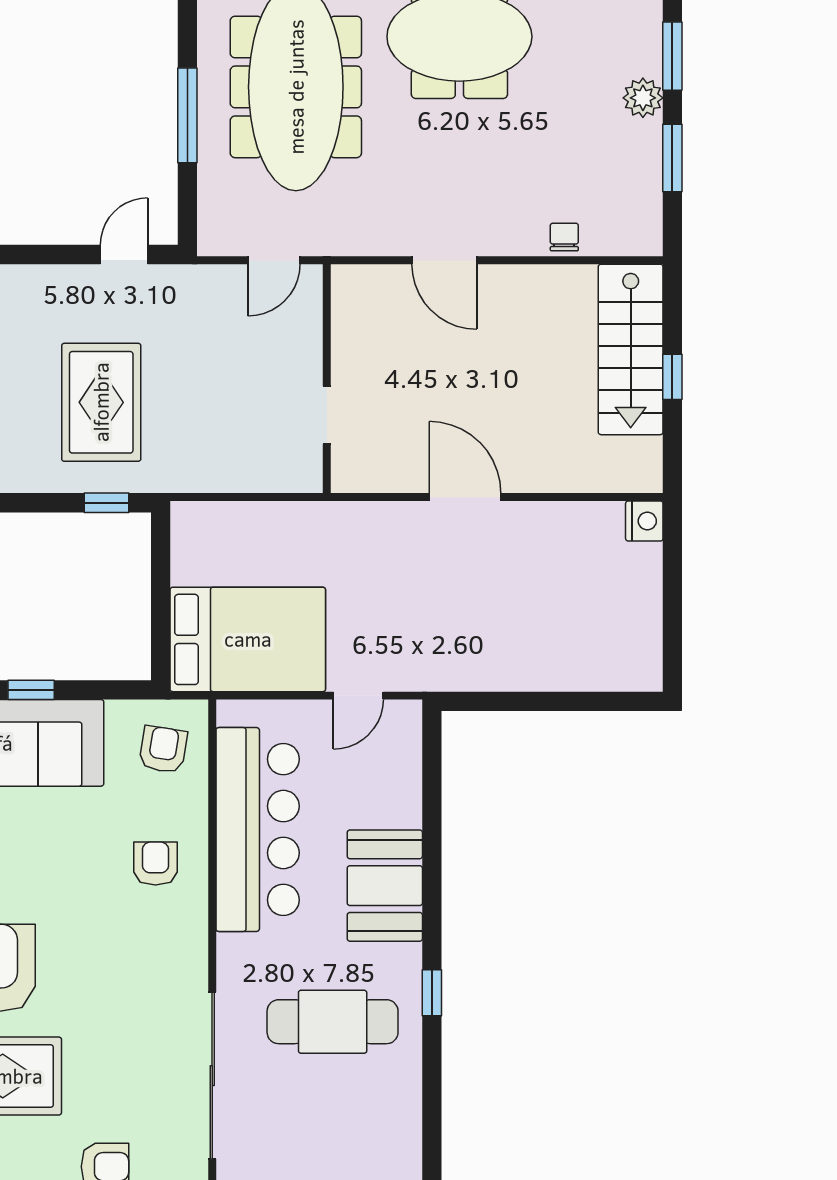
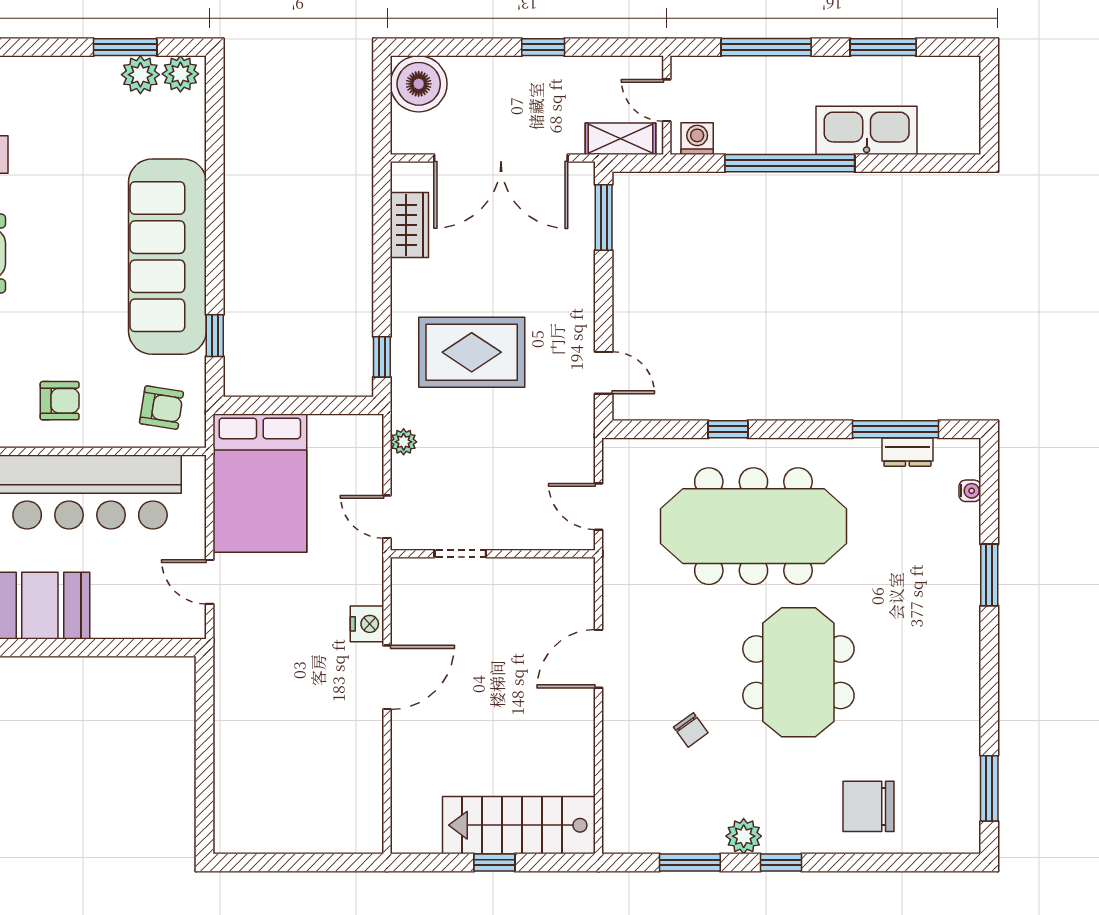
window: (672, 56) -> (781, 863), width x0.67
window: (187, 115) -> (728, 429), width x0.46
chair: (564, 237) -> (691, 730), moved, turned 54
plant: (201, 479) -> (404, 442), added
door: (286, 497) -> (387, 517), added
nightstand: (644, 521) -> (367, 624), moved, turned -90
window: (31, 690) -> (215, 336), moved

